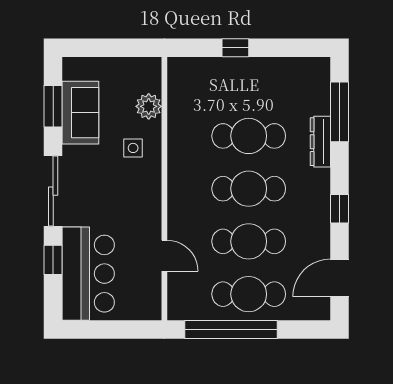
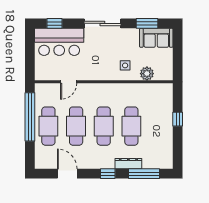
sofa: (80, 113) -> (156, 38), moved
window: (339, 209) -> (108, 174), moved
window: (53, 260) -> (55, 23), moved
door: (339, 278) -> (67, 174), moved

